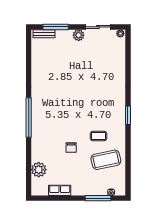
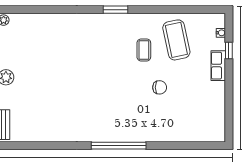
plant: (39, 170) -> (190, 132), removed
row of seats: (60, 190) -> (218, 66), moved
window: (98, 198) -> (229, 51), width x0.46

